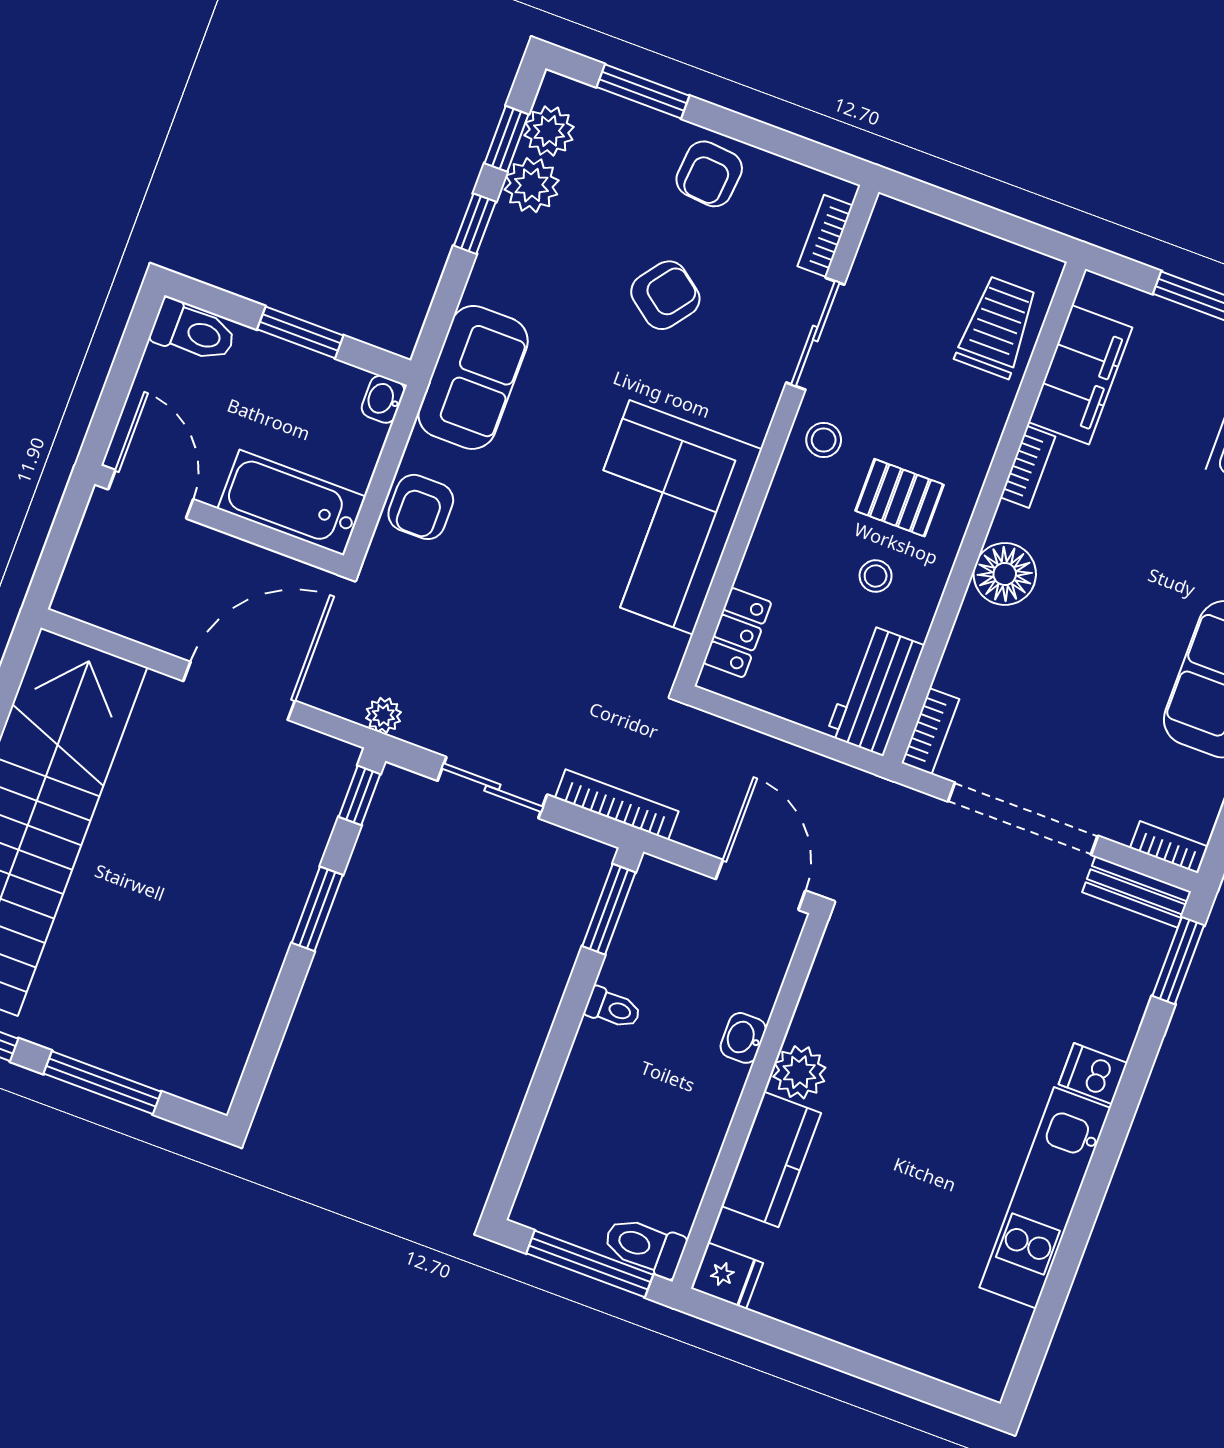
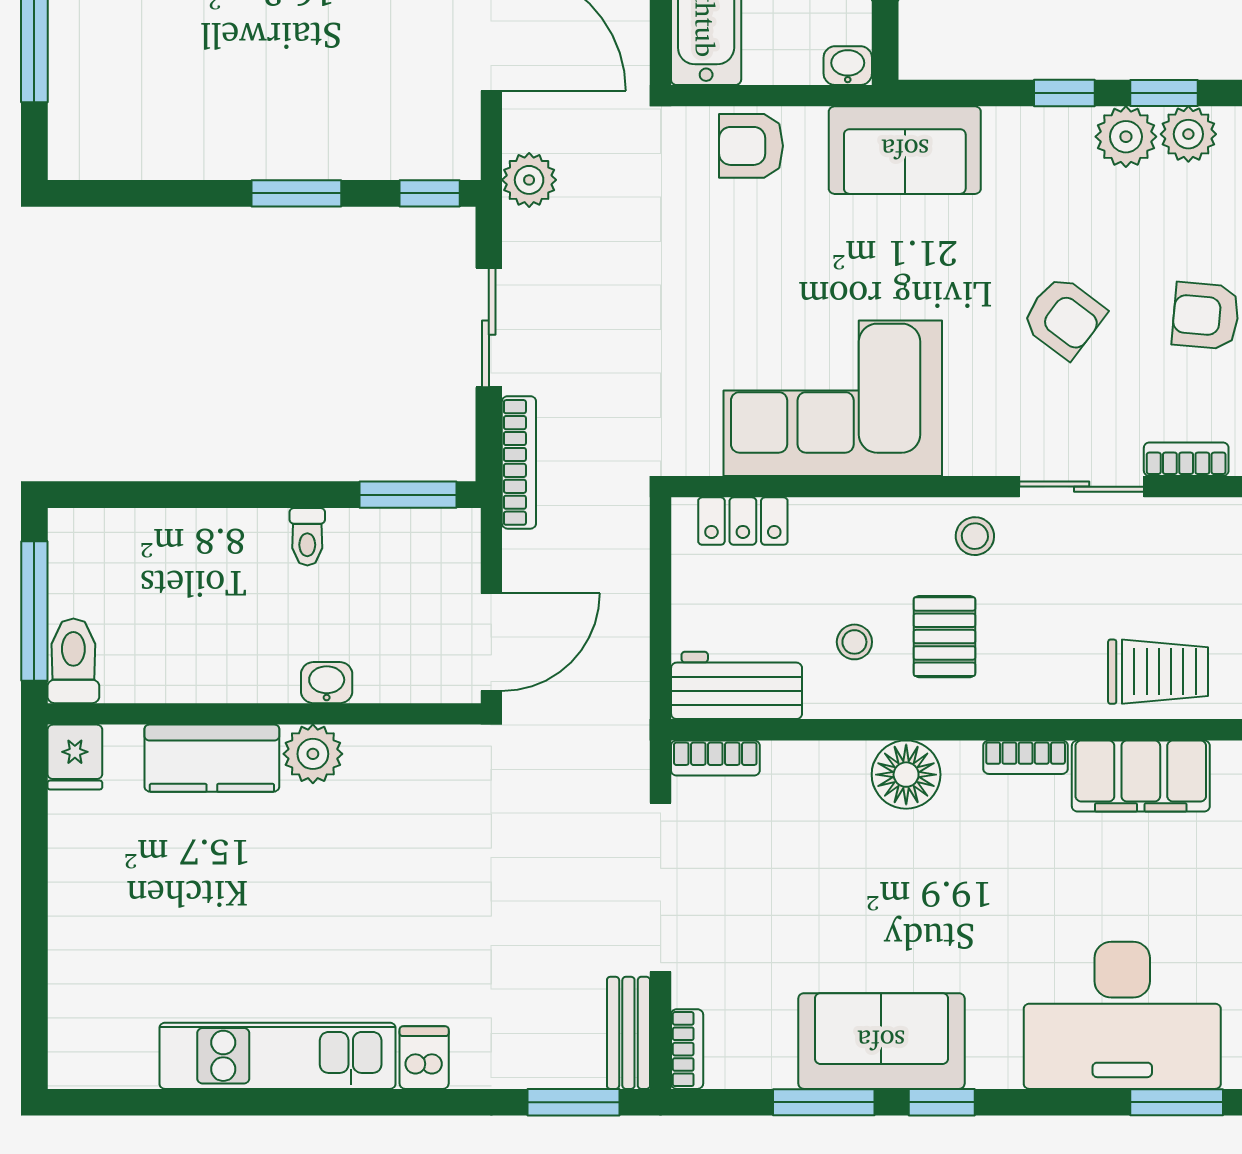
plant: (383, 715) -> (529, 180), width x1.38, depth x1.38

